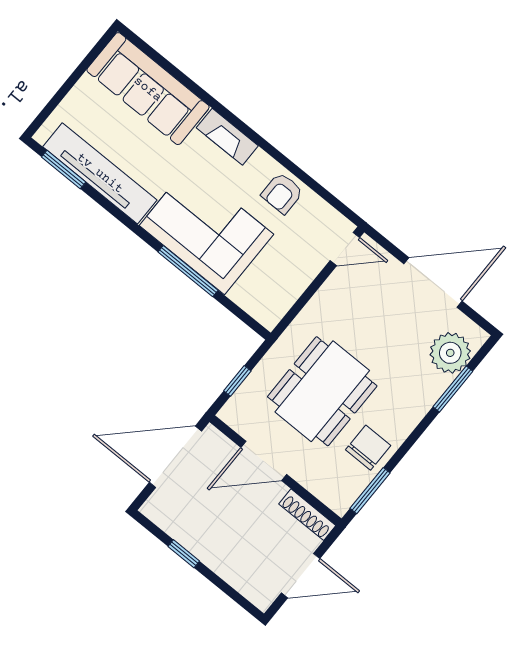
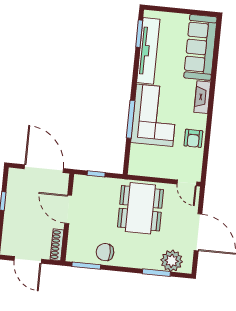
armchair: (282, 193) -> (193, 138), turned -90
dining table: (322, 391) -> (140, 208), moved, turned 90
chair: (368, 448) -> (105, 252), turned 180

